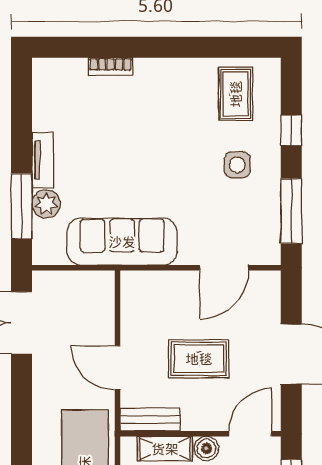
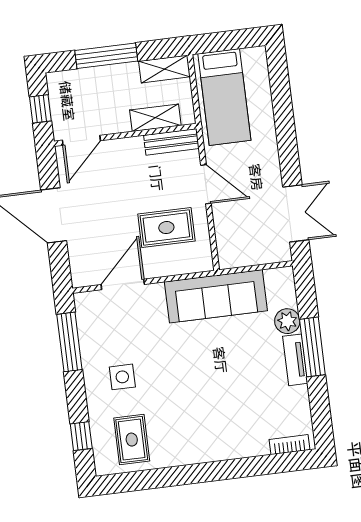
bookcase: (111, 66) -> (289, 445), moved
window: (291, 130) -> (81, 436), moved
window: (22, 206) -> (312, 347), moved
rug: (199, 359) -> (166, 228), moved
boiler: (206, 448) -> (118, 123), removed

